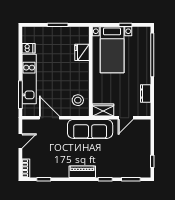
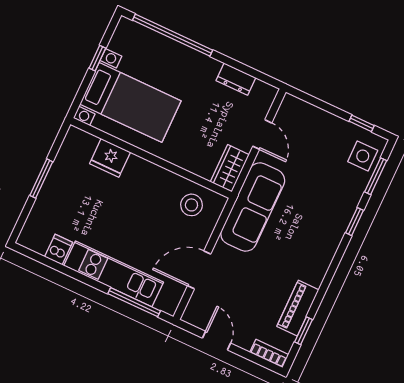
side table: (137, 169) -> (363, 156), added
piano: (82, 172) -> (298, 308), moved

